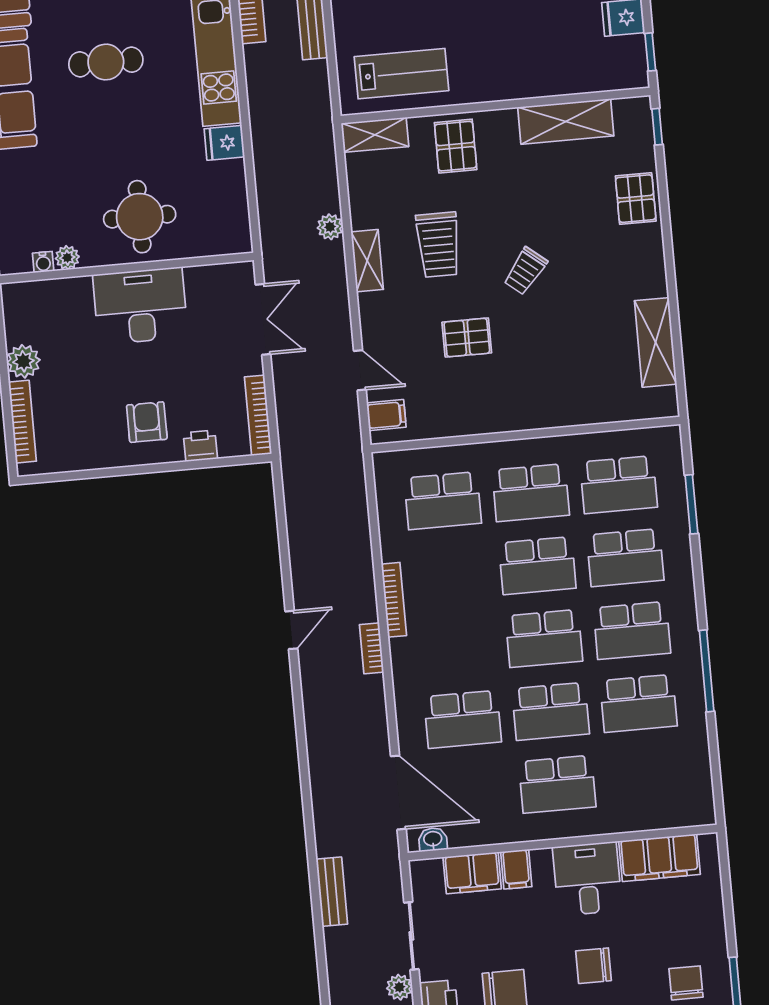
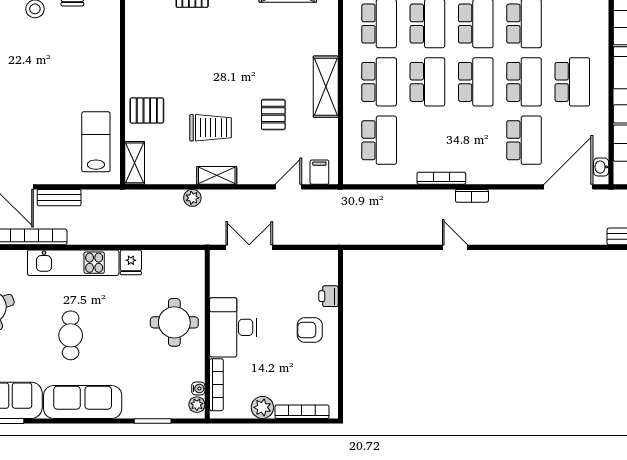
shelving: (566, 122) -> (326, 87), moved
plant: (67, 258) -> (197, 405), moved
trolley: (525, 271) -> (233, 72), removed
bookcase: (258, 415) -> (216, 385), moved, turned -90

